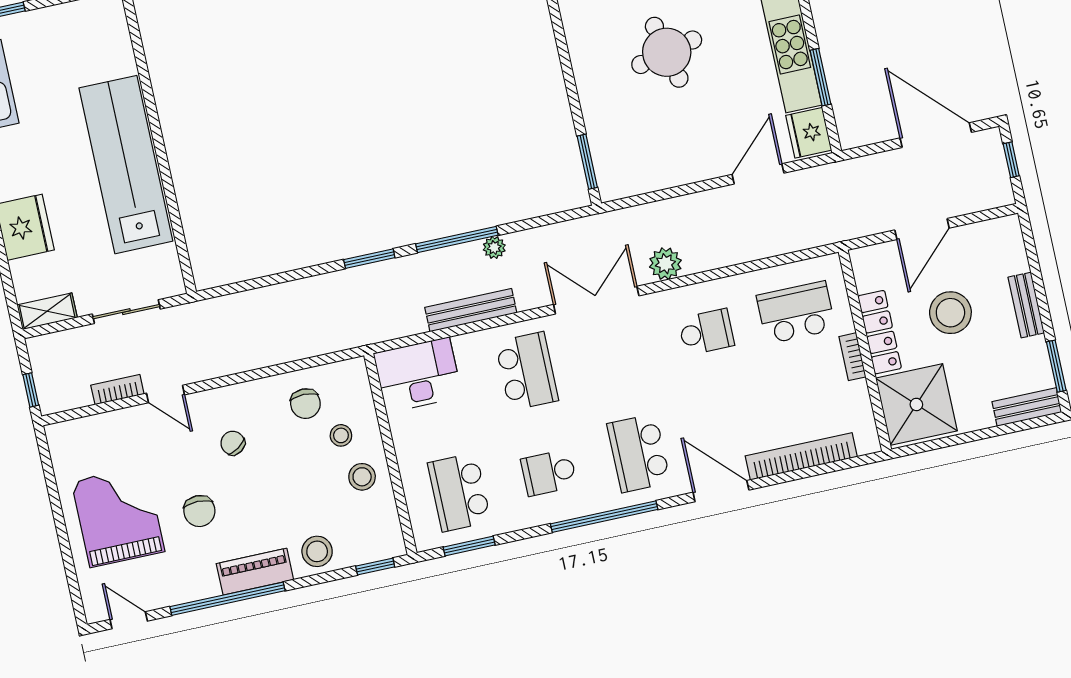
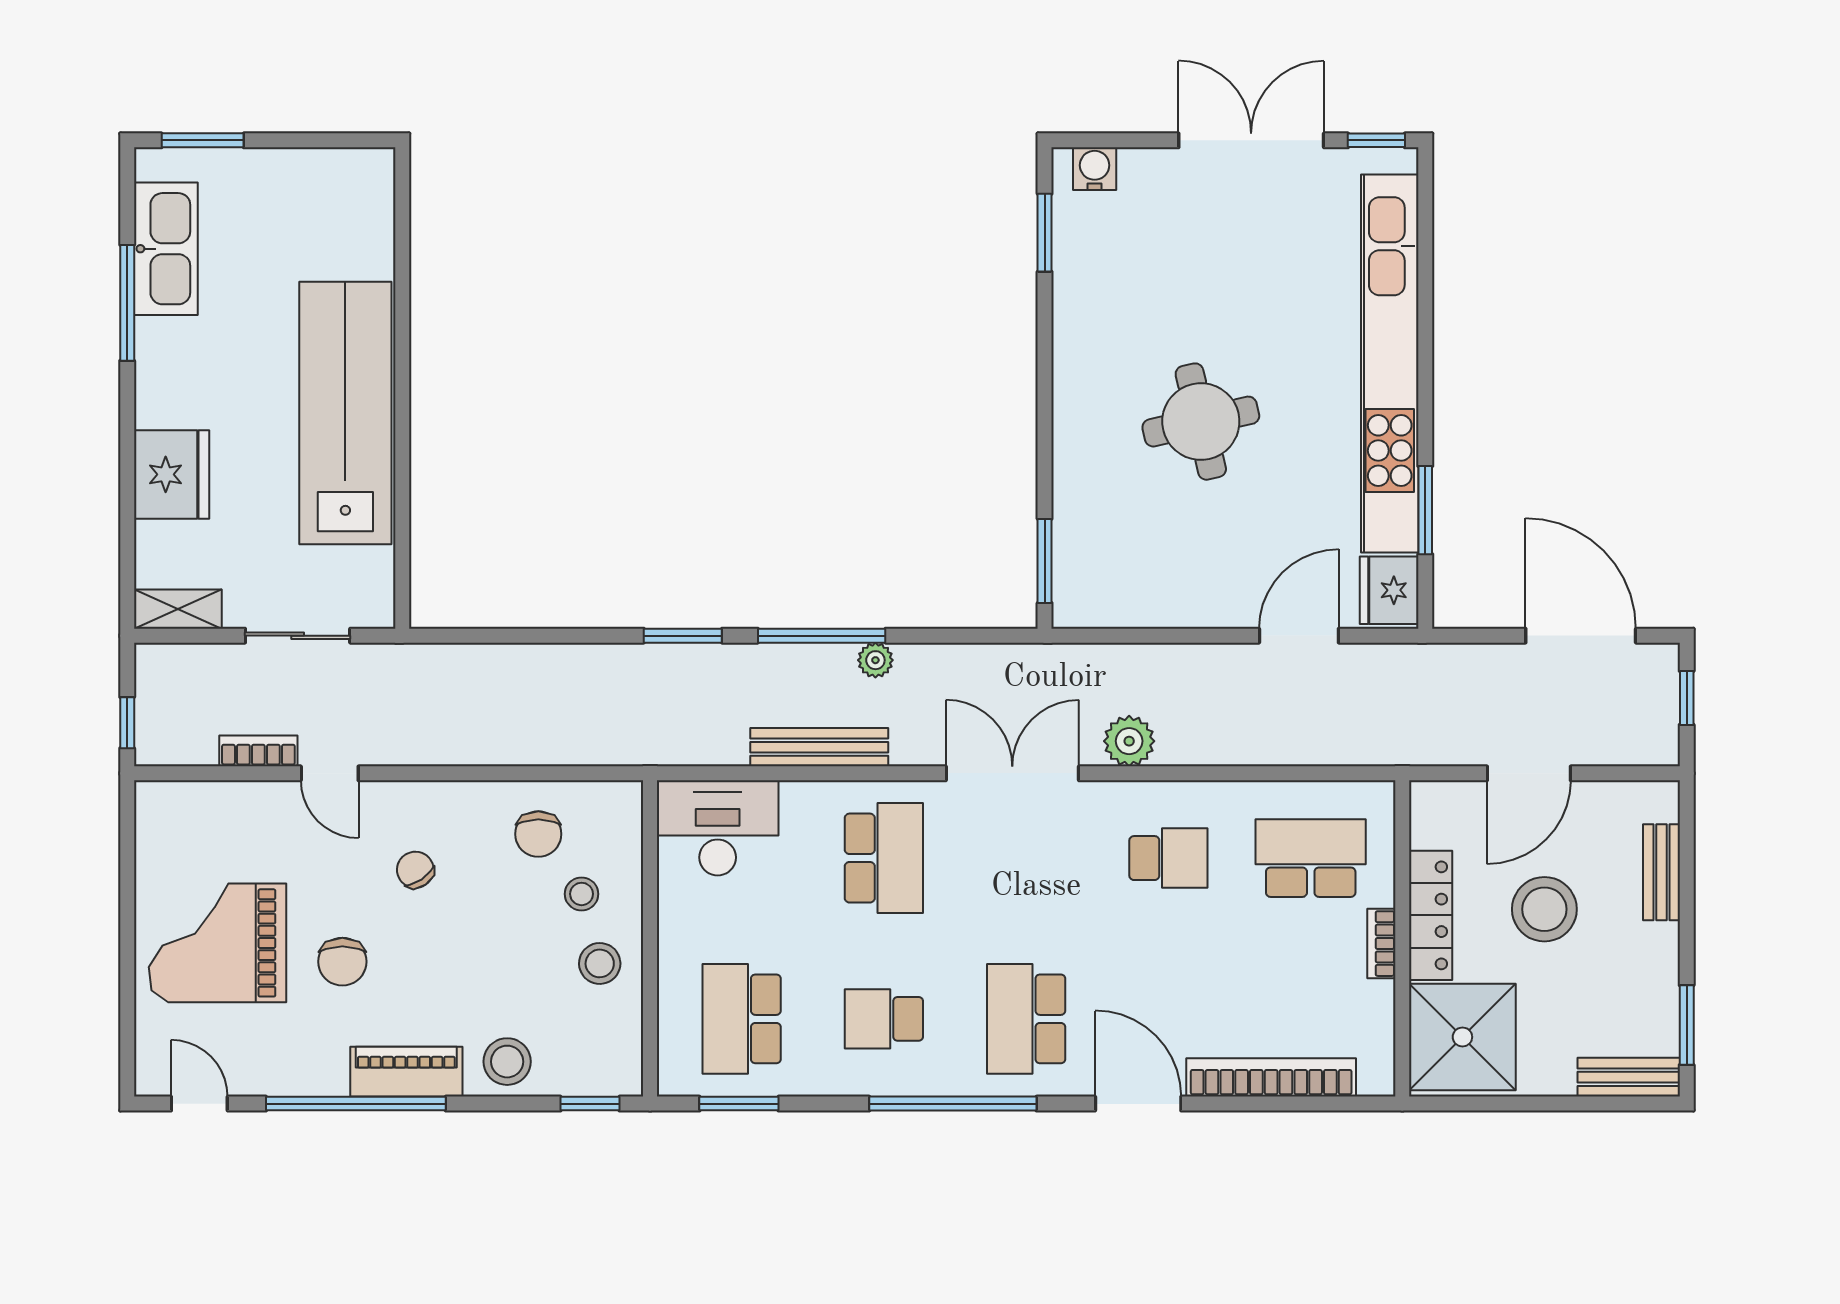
bench: (1026, 305) -> (1661, 872), moved
grand piano: (118, 516) -> (217, 943), turned -90

